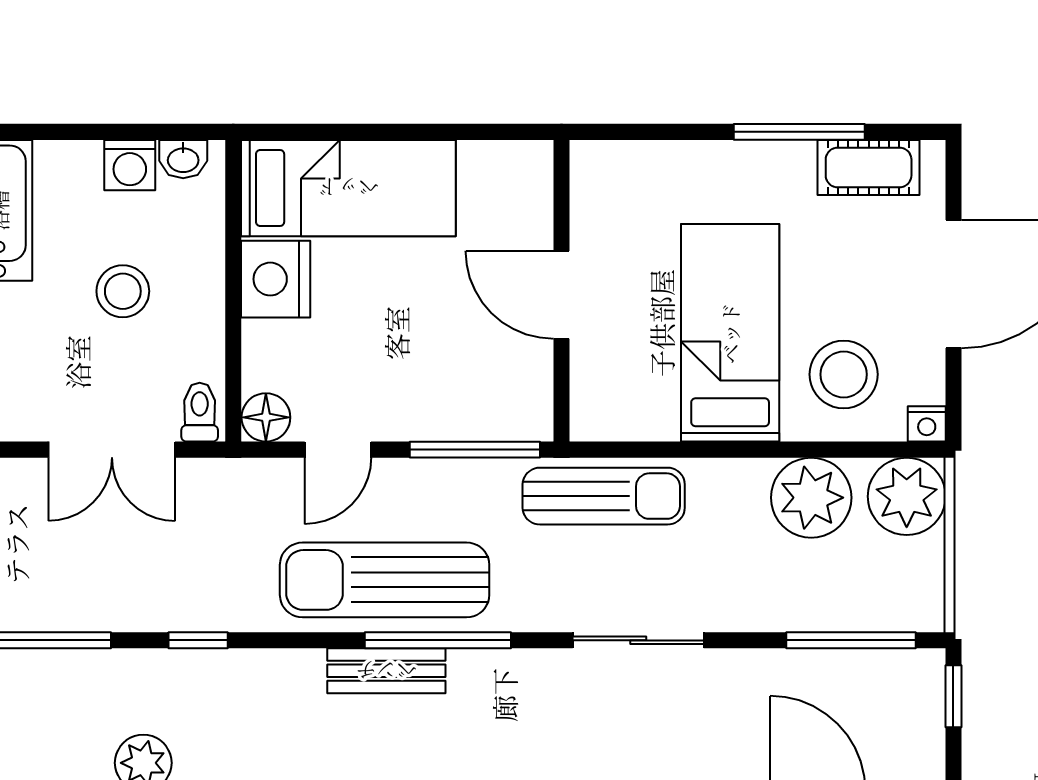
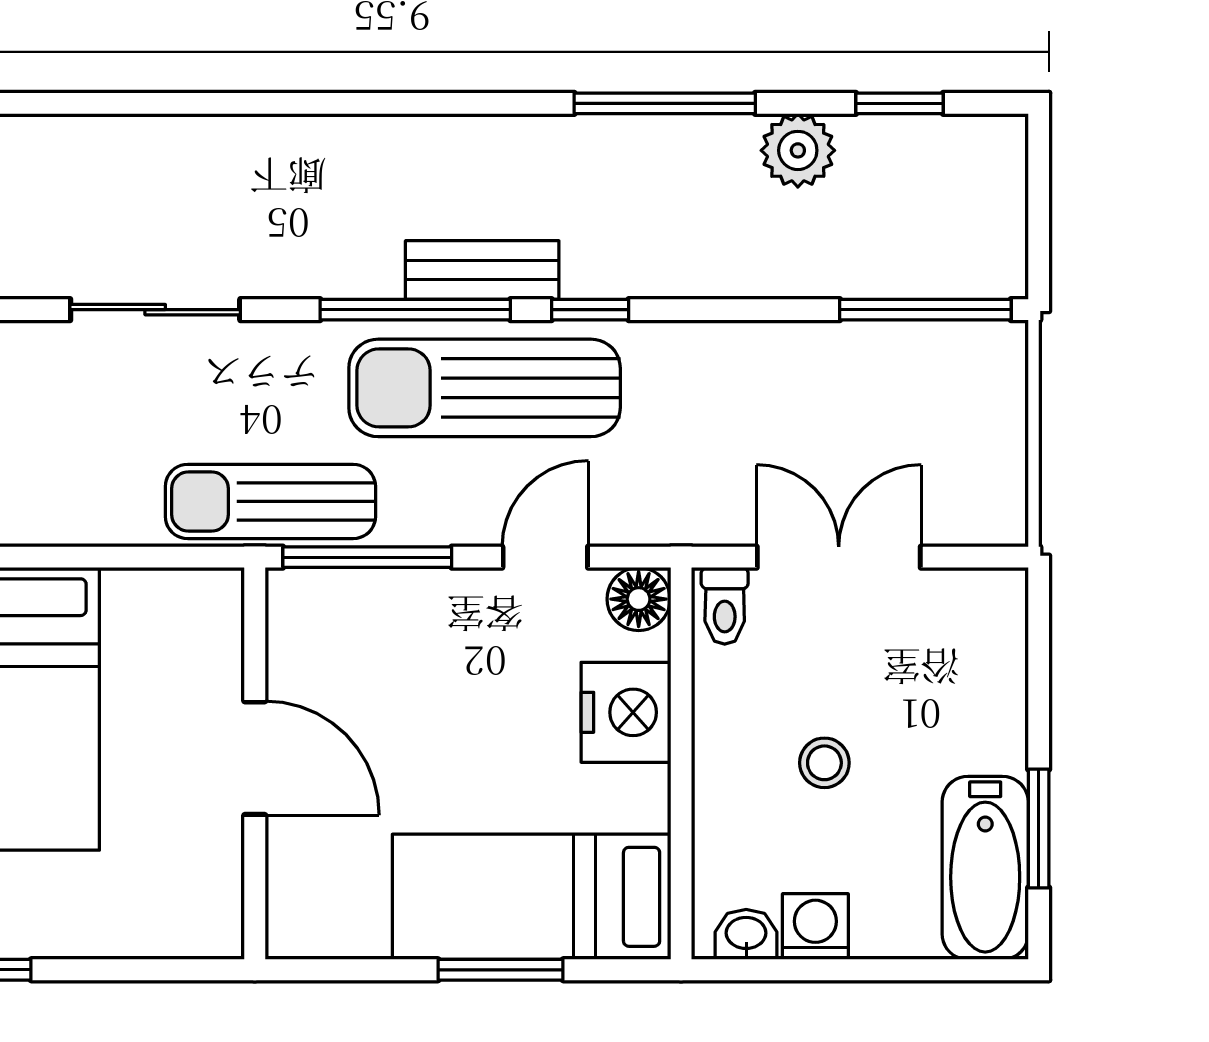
window: (372, 132) -> (501, 970), added
nightstand: (276, 279) -> (626, 712), moved
stool: (123, 291) -> (824, 763), width x0.73, depth x0.73
sun lounger: (604, 496) -> (270, 501), moved
sun lounger: (385, 580) -> (485, 388), turned 180
window: (198, 640) -> (590, 310), moved

